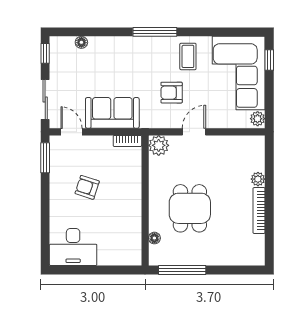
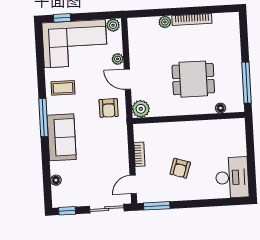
armchair: (172, 93) -> (109, 108), moved
sofa: (112, 113) -> (62, 137), moved, turned 180
plant: (218, 122) -> (118, 59), added
bookcase: (127, 141) -> (139, 154), moved

